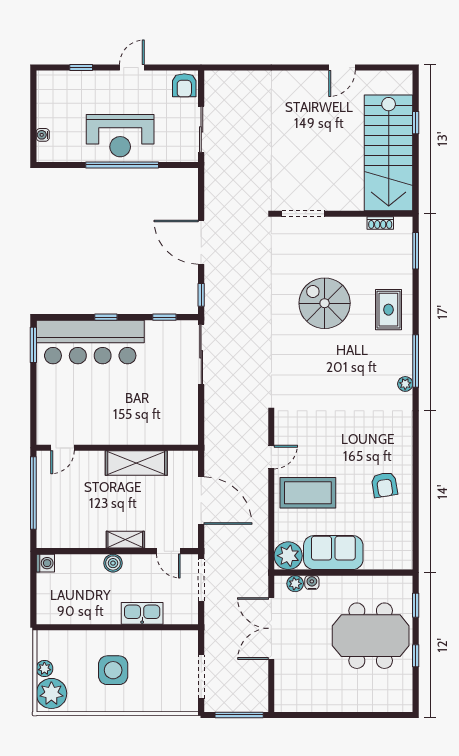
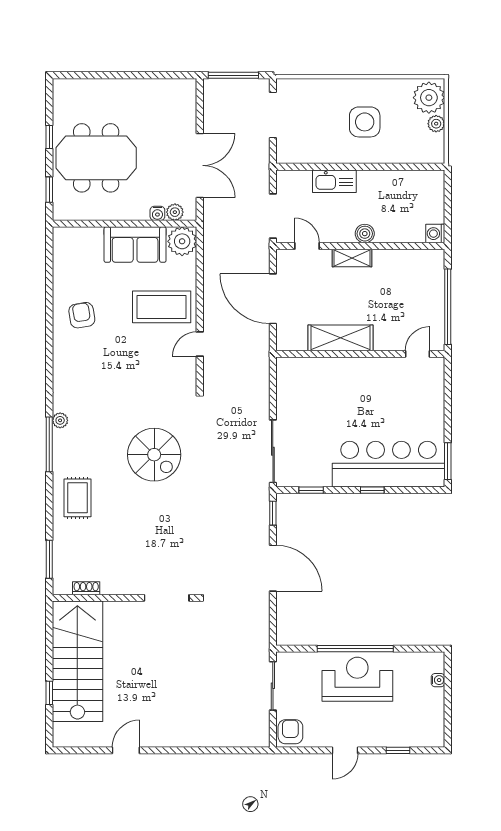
spiral stairs: (325, 303) -> (154, 455), moved

